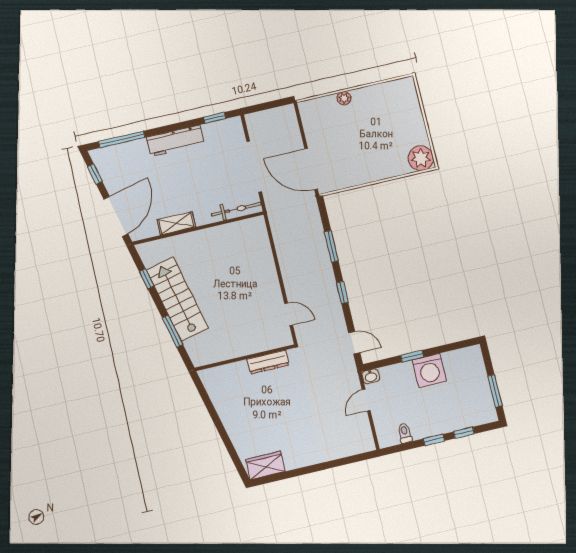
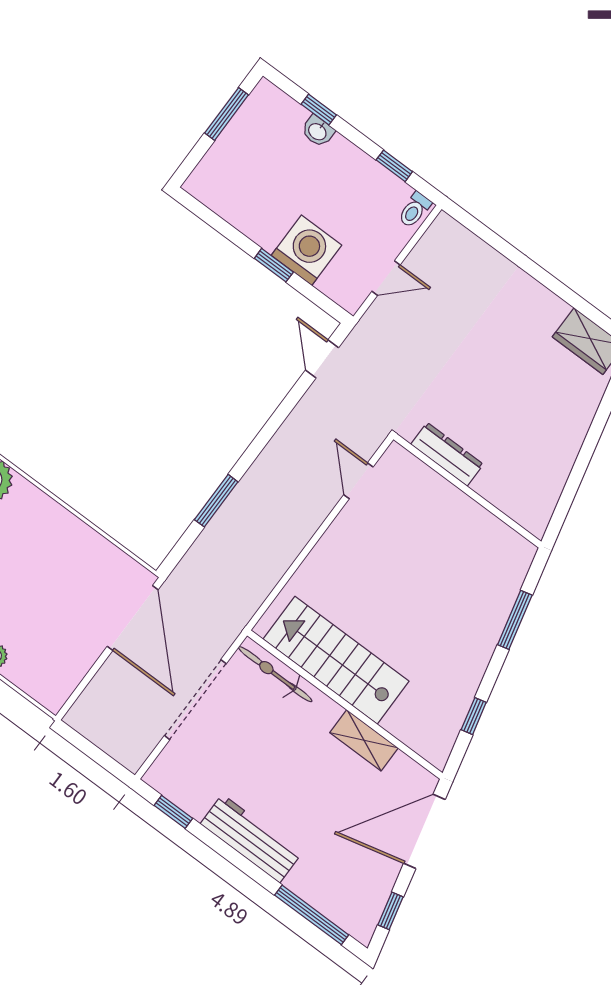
window: (342, 292) -> (267, 433), removed
stairs: (177, 299) -> (336, 660), moved, turned 104
washing machine: (429, 370) -> (306, 250), moved
washbasin: (371, 376) -> (318, 131), moved, turned 180
toilet: (405, 433) -> (415, 210), moved
window: (434, 440) -> (394, 166), moved

